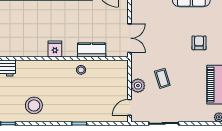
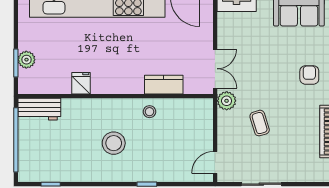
fridge: (55, 49) -> (81, 83), moved
plant: (138, 86) -> (227, 101), moved
stool: (34, 105) -> (114, 143), moved

